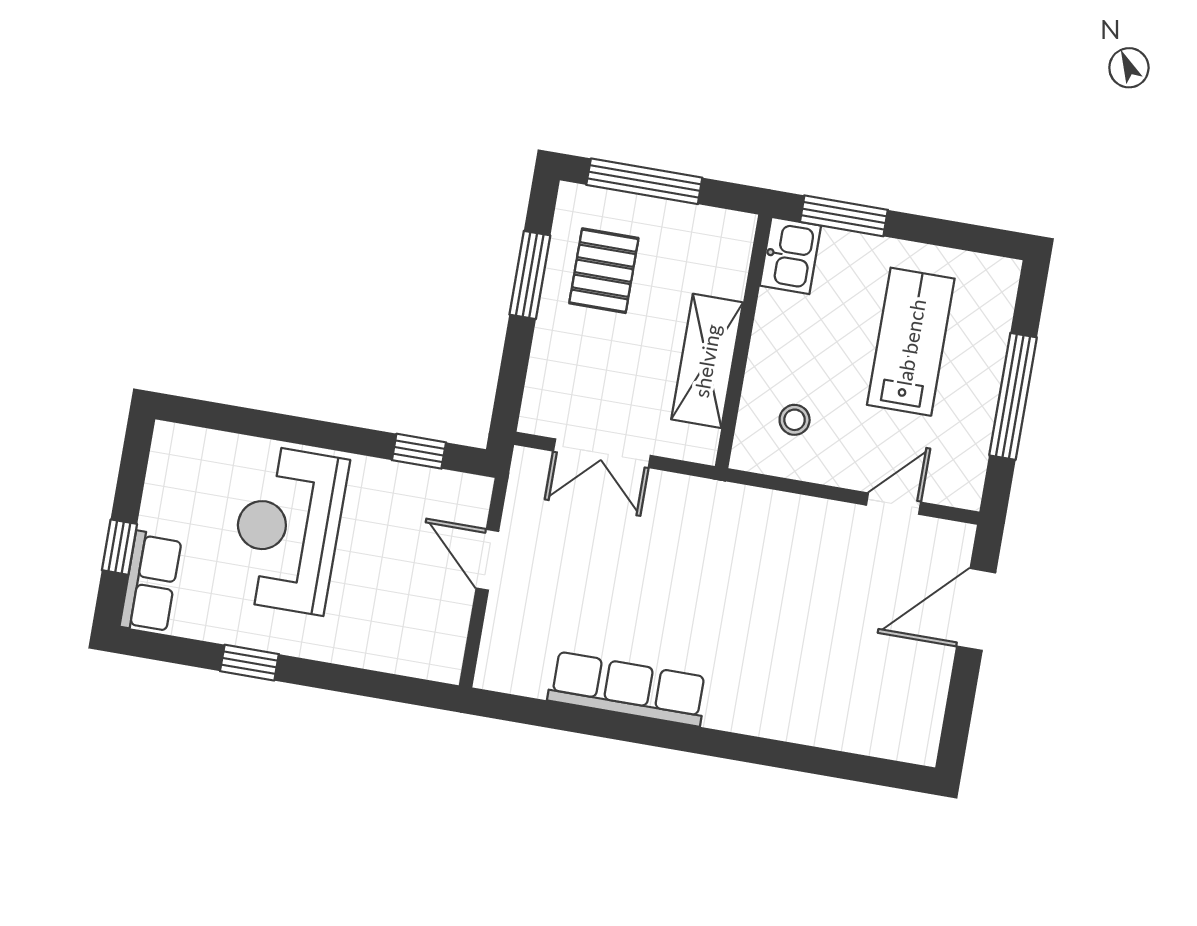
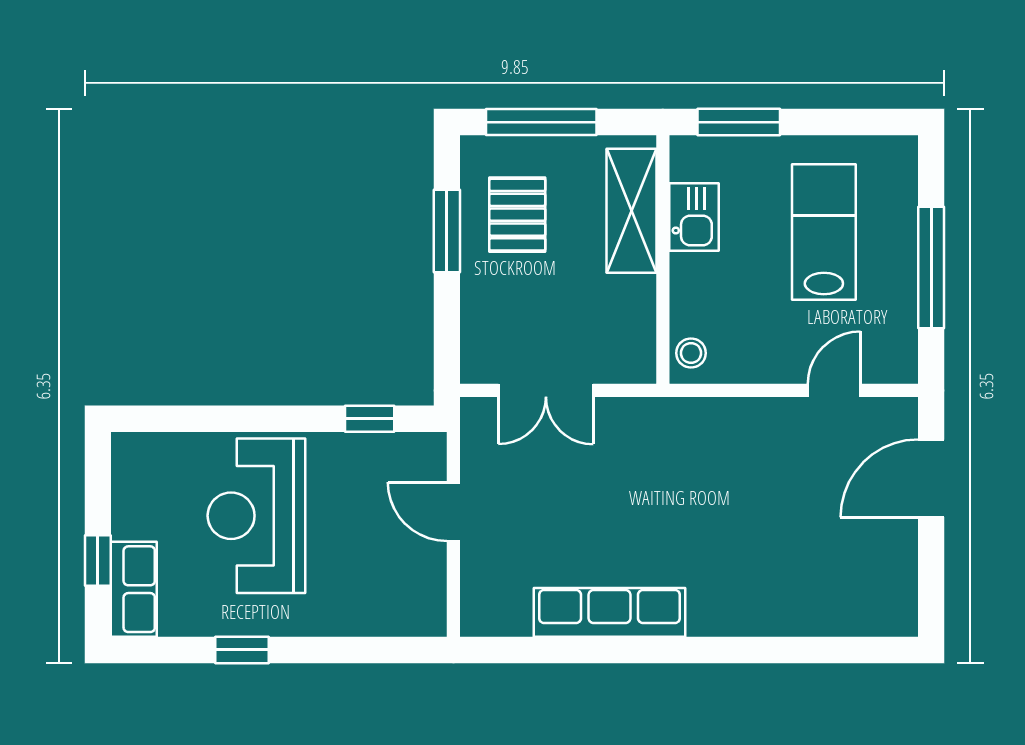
kitchen sink: (790, 256) -> (694, 217), moved
shelving: (707, 361) -> (631, 211), moved
stool: (795, 420) -> (691, 353), moved

